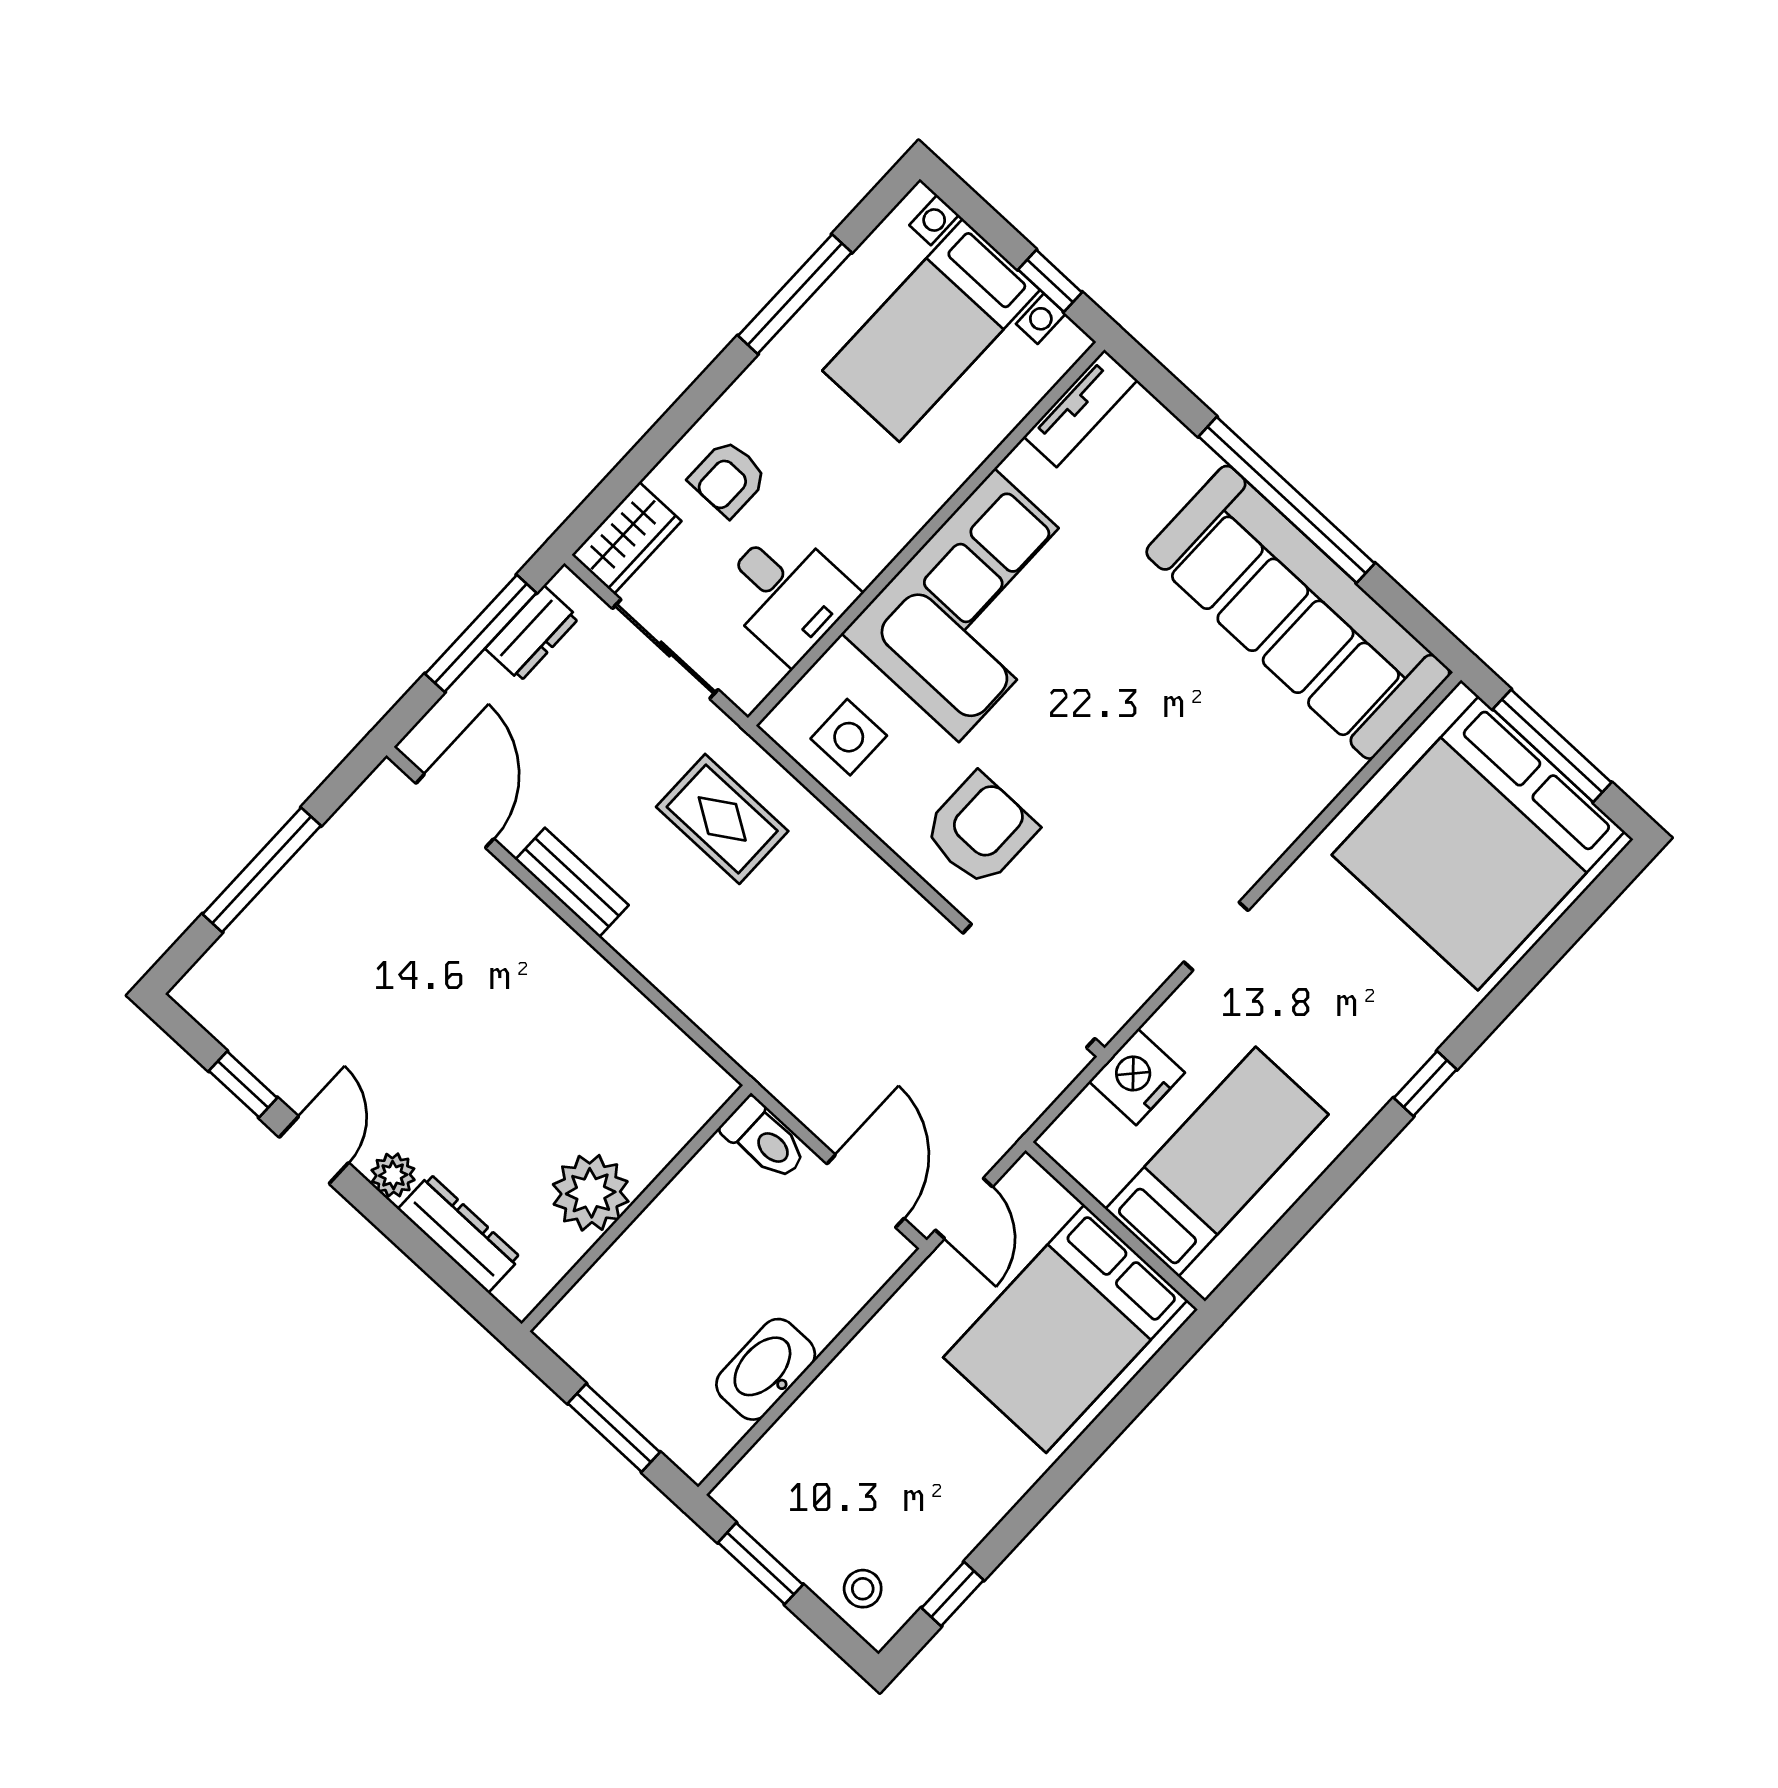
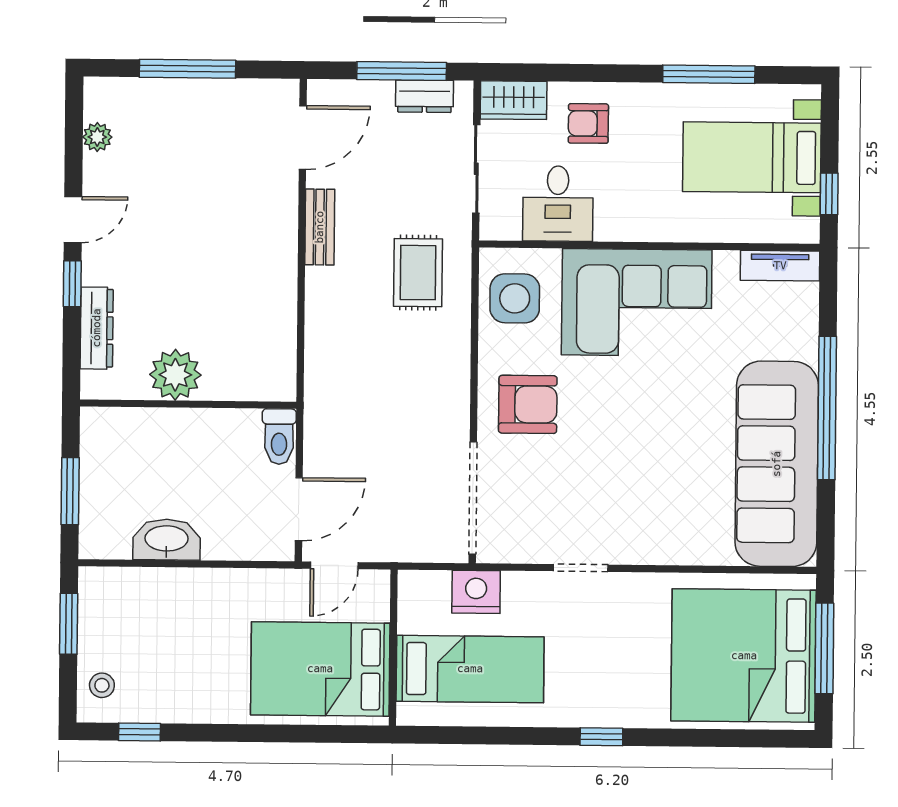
side table: (849, 737) -> (515, 298), width x1.37, depth x1.37
window: (243, 1084) -> (72, 284), moved
plant: (393, 1175) -> (97, 137), moved

